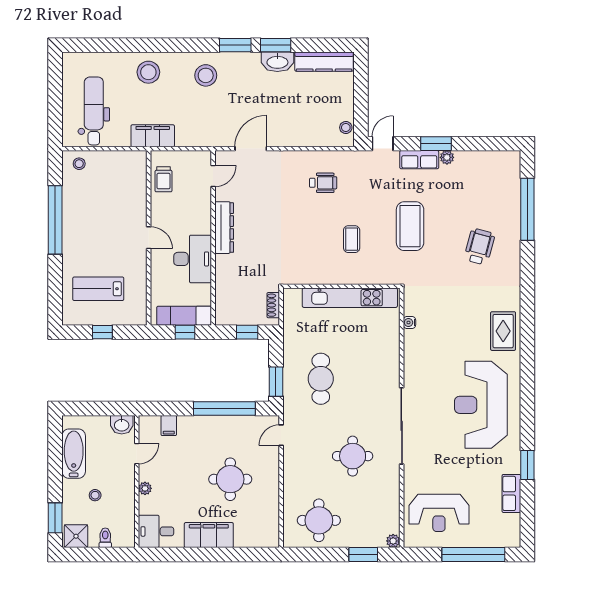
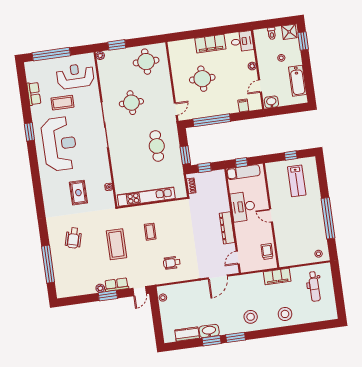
kitchen counter: (324, 62) -> (187, 334), width x0.67
dental chair: (94, 111) -> (314, 286), width x0.73, depth x0.72
lab bench: (98, 289) -> (297, 181), turned 90
rug: (503, 331) -> (78, 193), moved
window: (276, 382) -> (185, 155), moved
window: (527, 465) -> (29, 132), moved
coffee table: (466, 472) -> (62, 103), added

